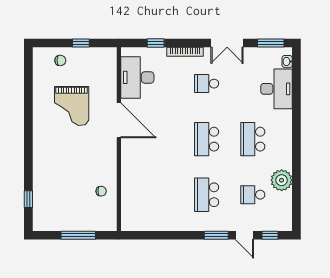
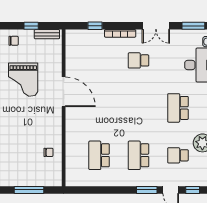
bench: (99, 53) -> (47, 34), added
desk: (137, 77) -> (79, 55), removed
school desk: (207, 139) -> (99, 155), moved

